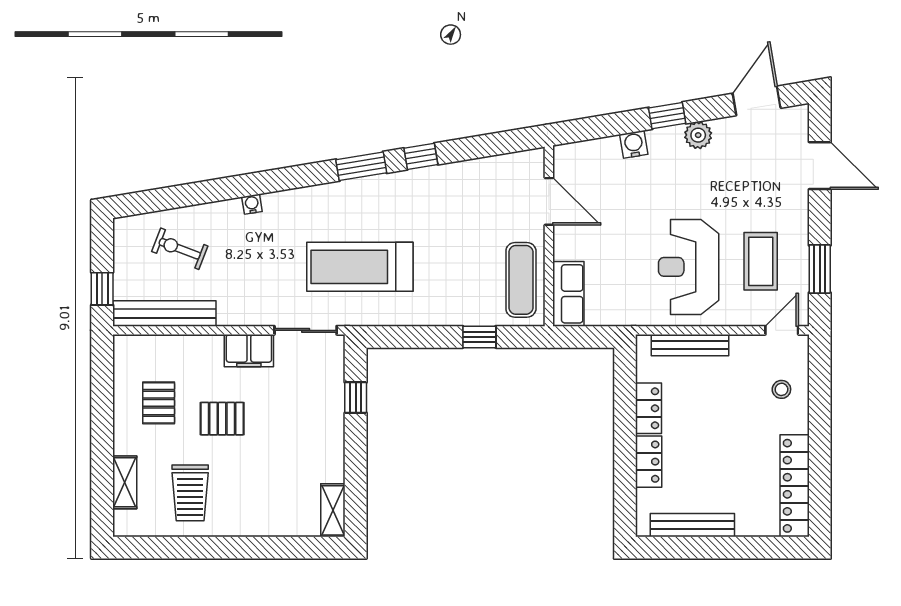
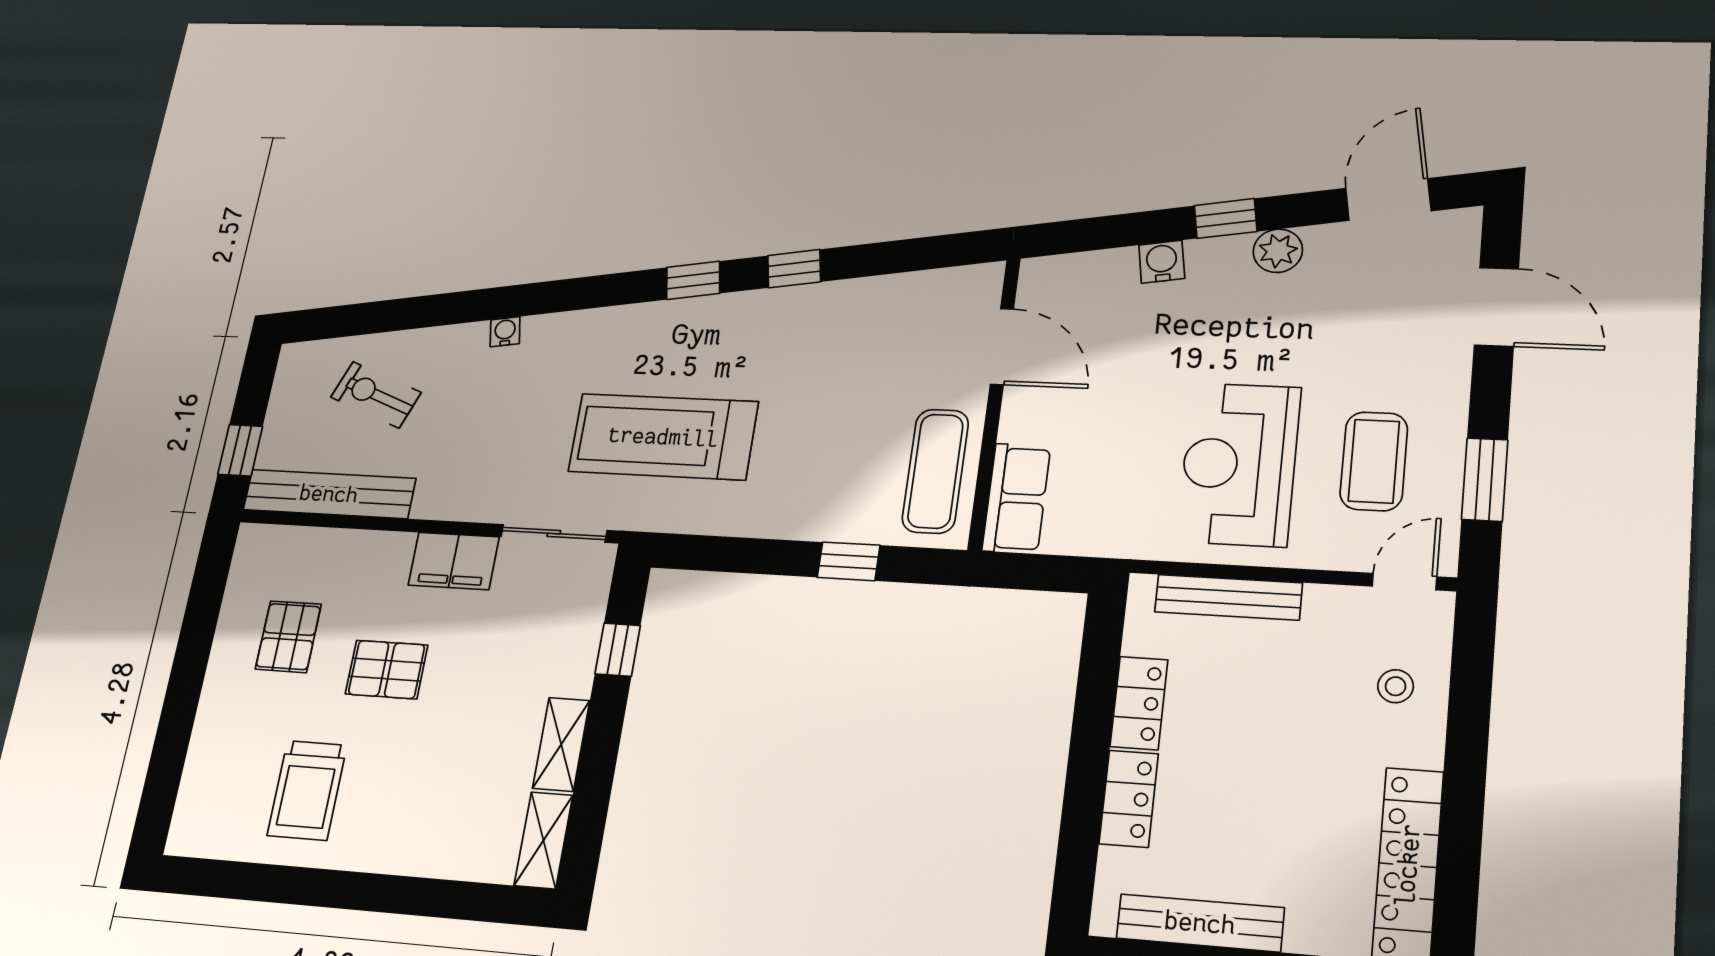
window: (361, 166) -> (693, 280), width x0.67
shelving: (125, 482) -> (561, 744), moved

